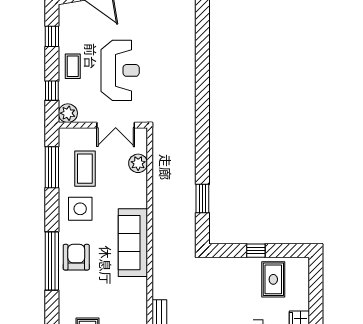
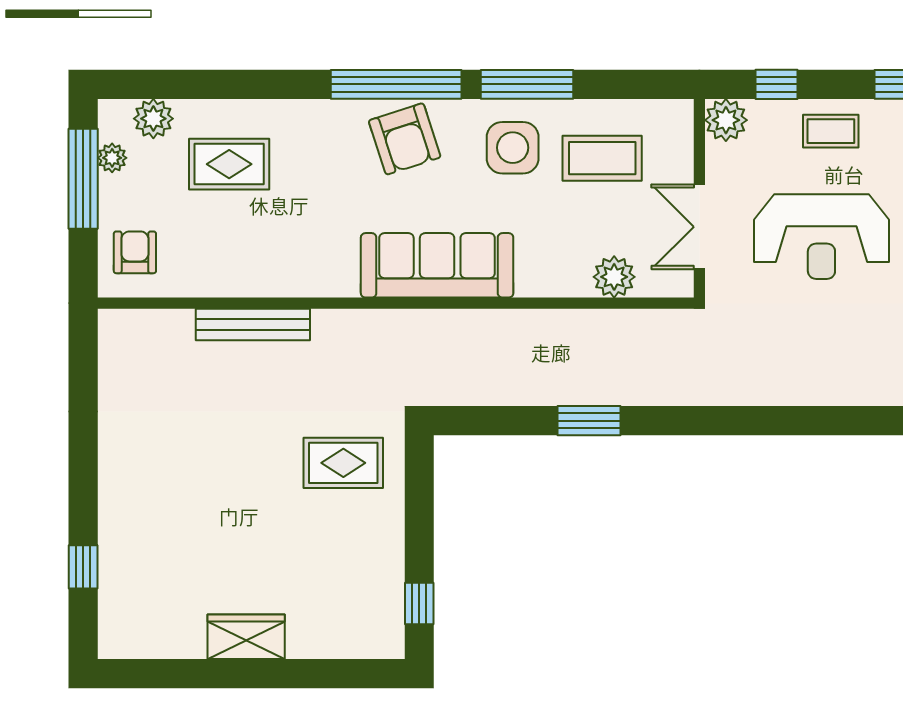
window: (52, 167) -> (527, 84), moved
window: (202, 198) -> (589, 421), moved
window: (256, 251) -> (419, 603), moved
armchair: (76, 257) -> (405, 139), turned 72
rug: (273, 279) -> (343, 463), moved

